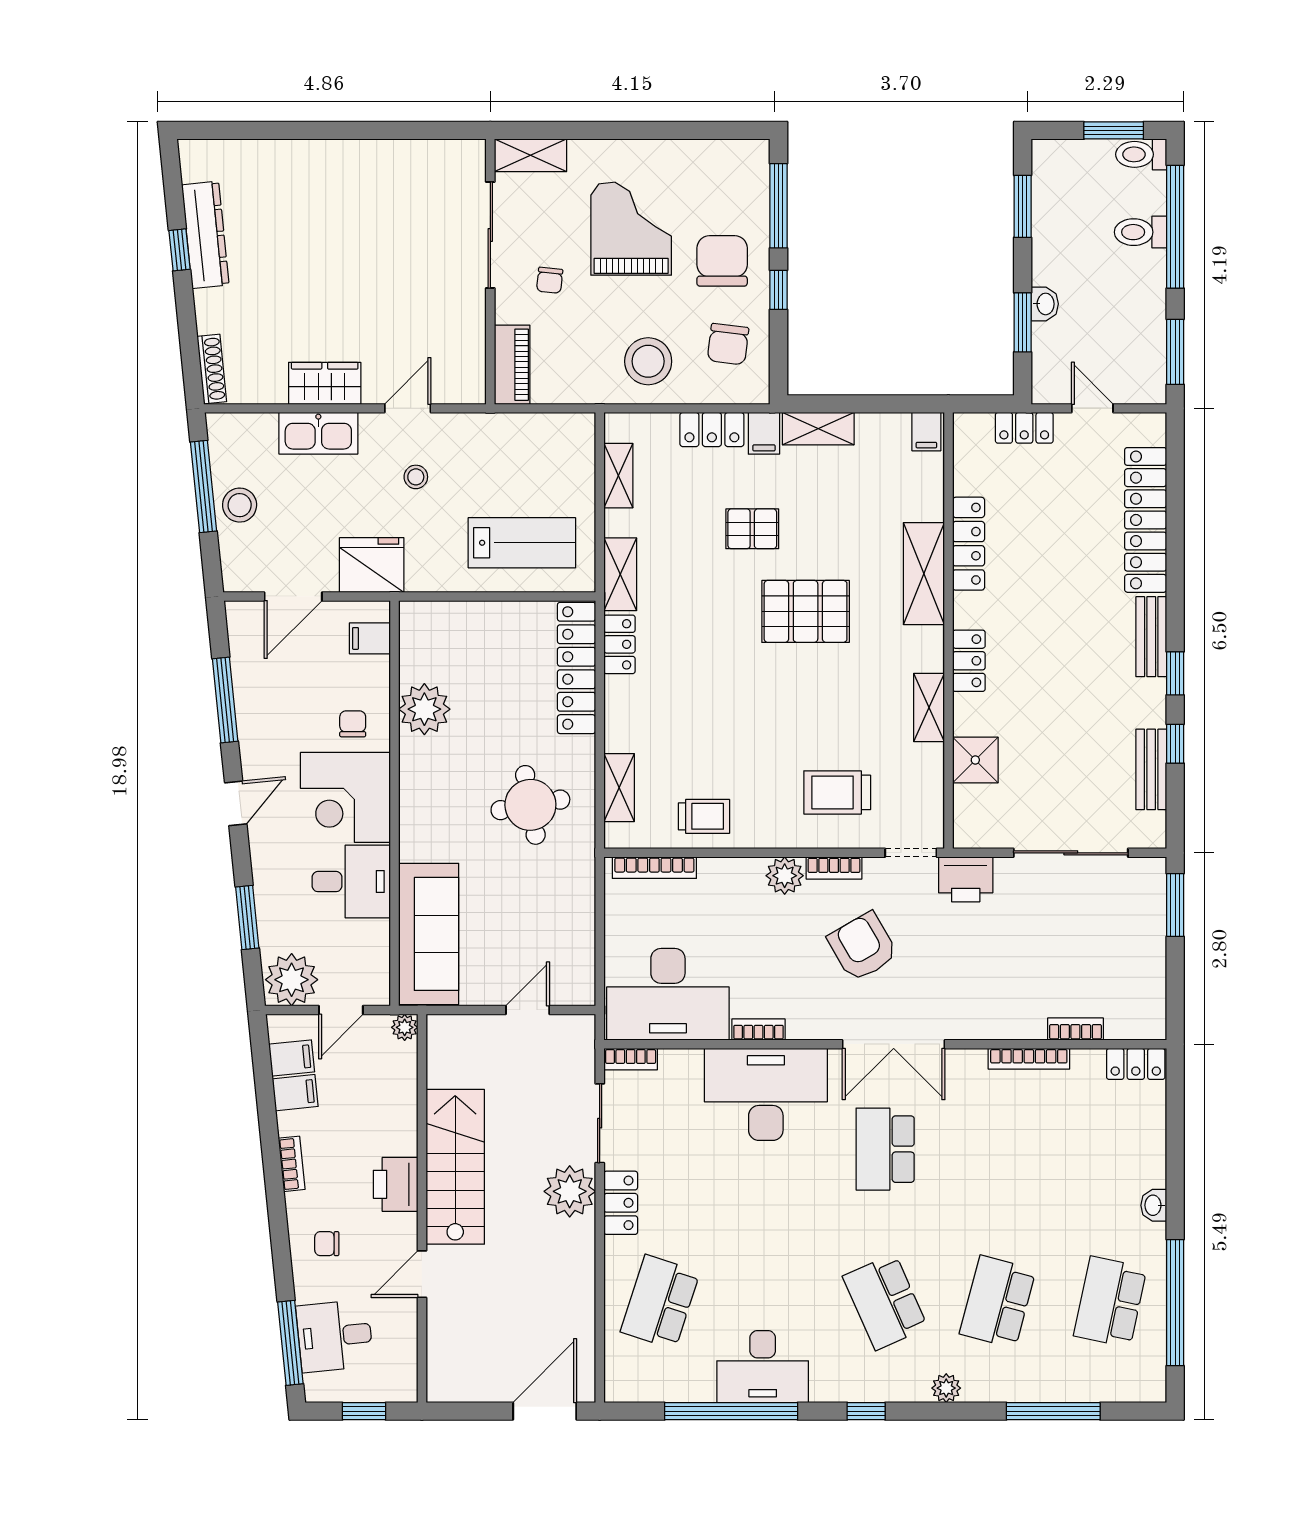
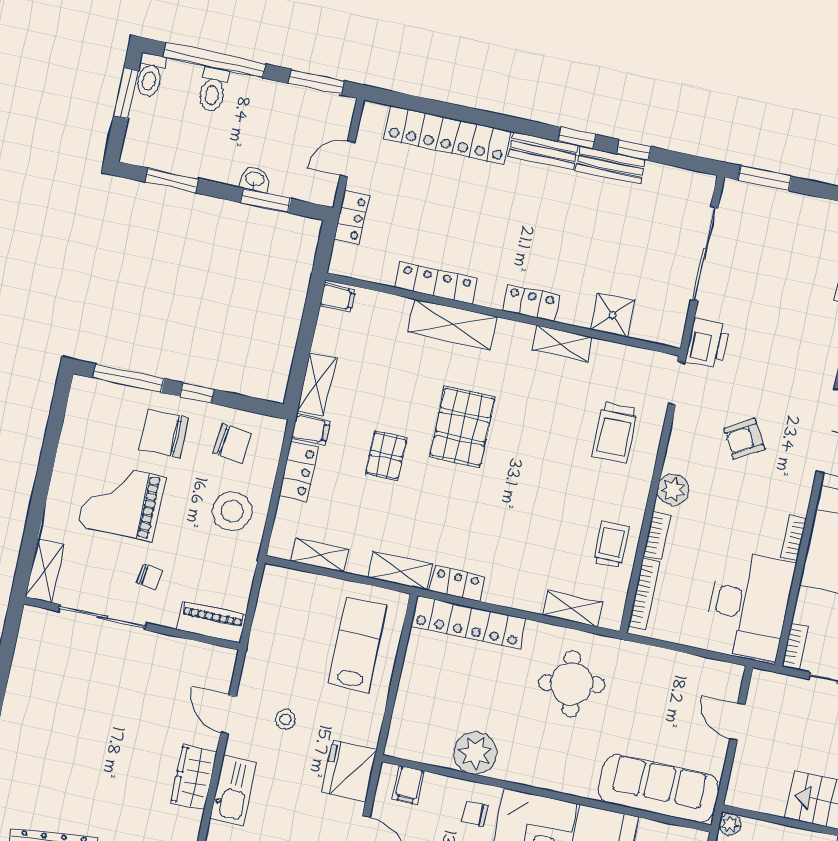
bench: (1151, 769) -> (610, 165), moved
bookcase: (834, 868) -> (657, 535), moved
armchair: (863, 947) -> (744, 439), width x0.72, depth x0.72

